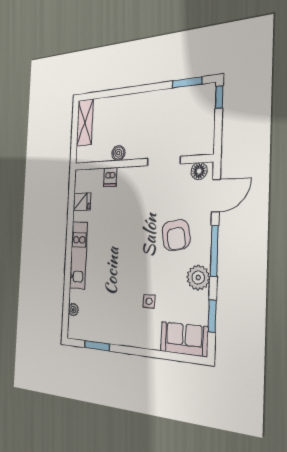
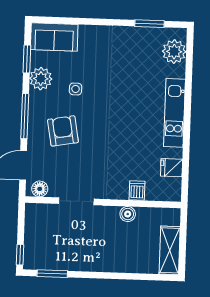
plant: (198, 278) -> (41, 79), moved
side table: (149, 301) -> (76, 89), moved
plant: (73, 310) -> (174, 52), width x1.88, depth x1.88

